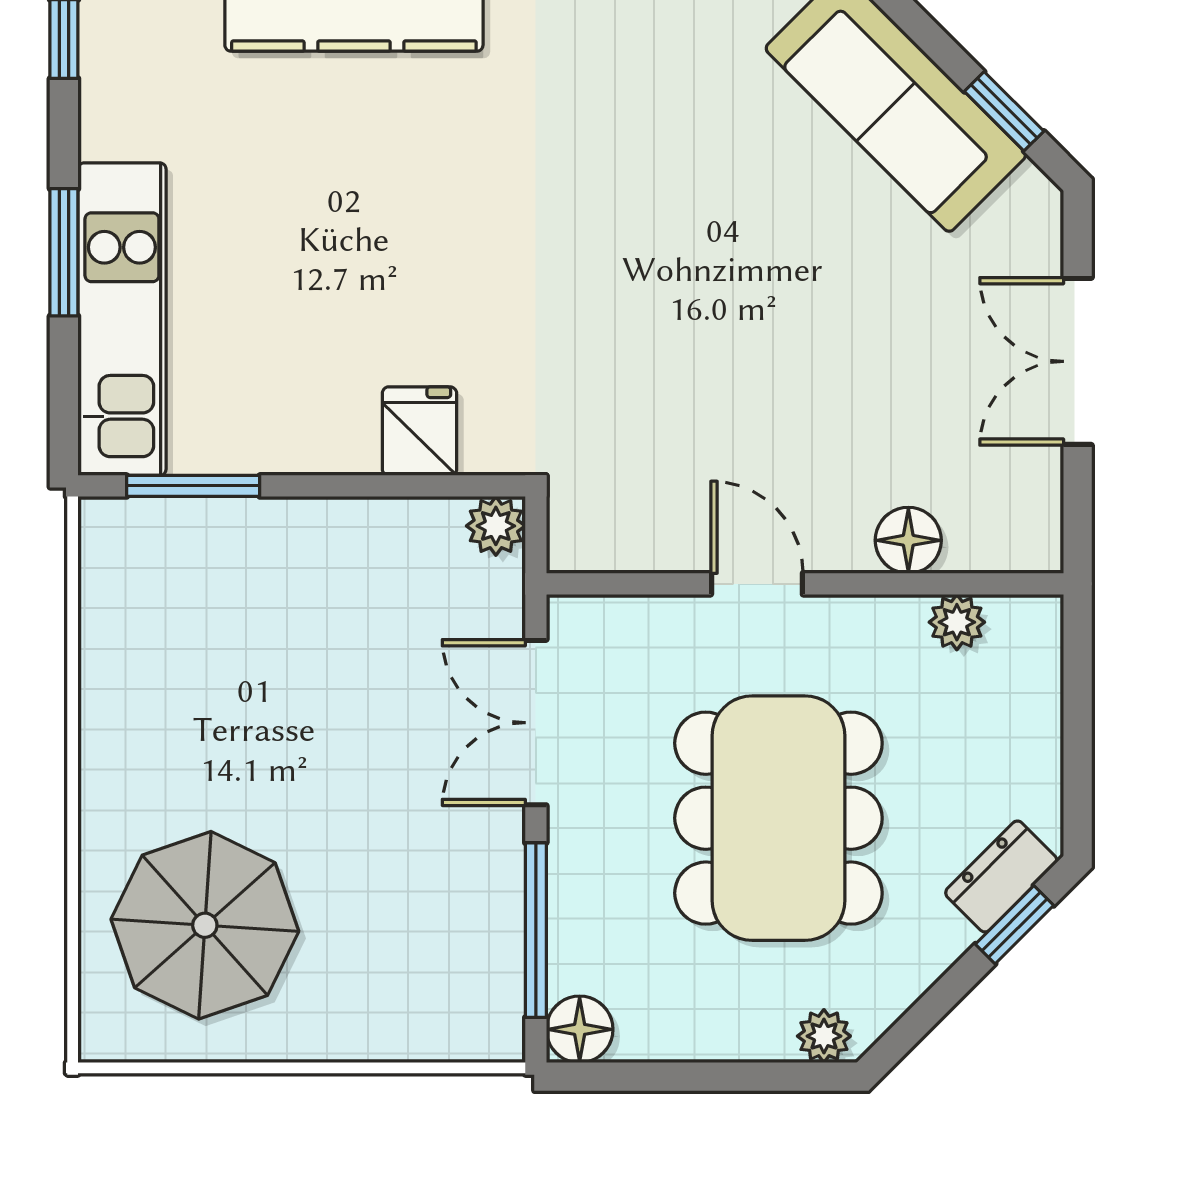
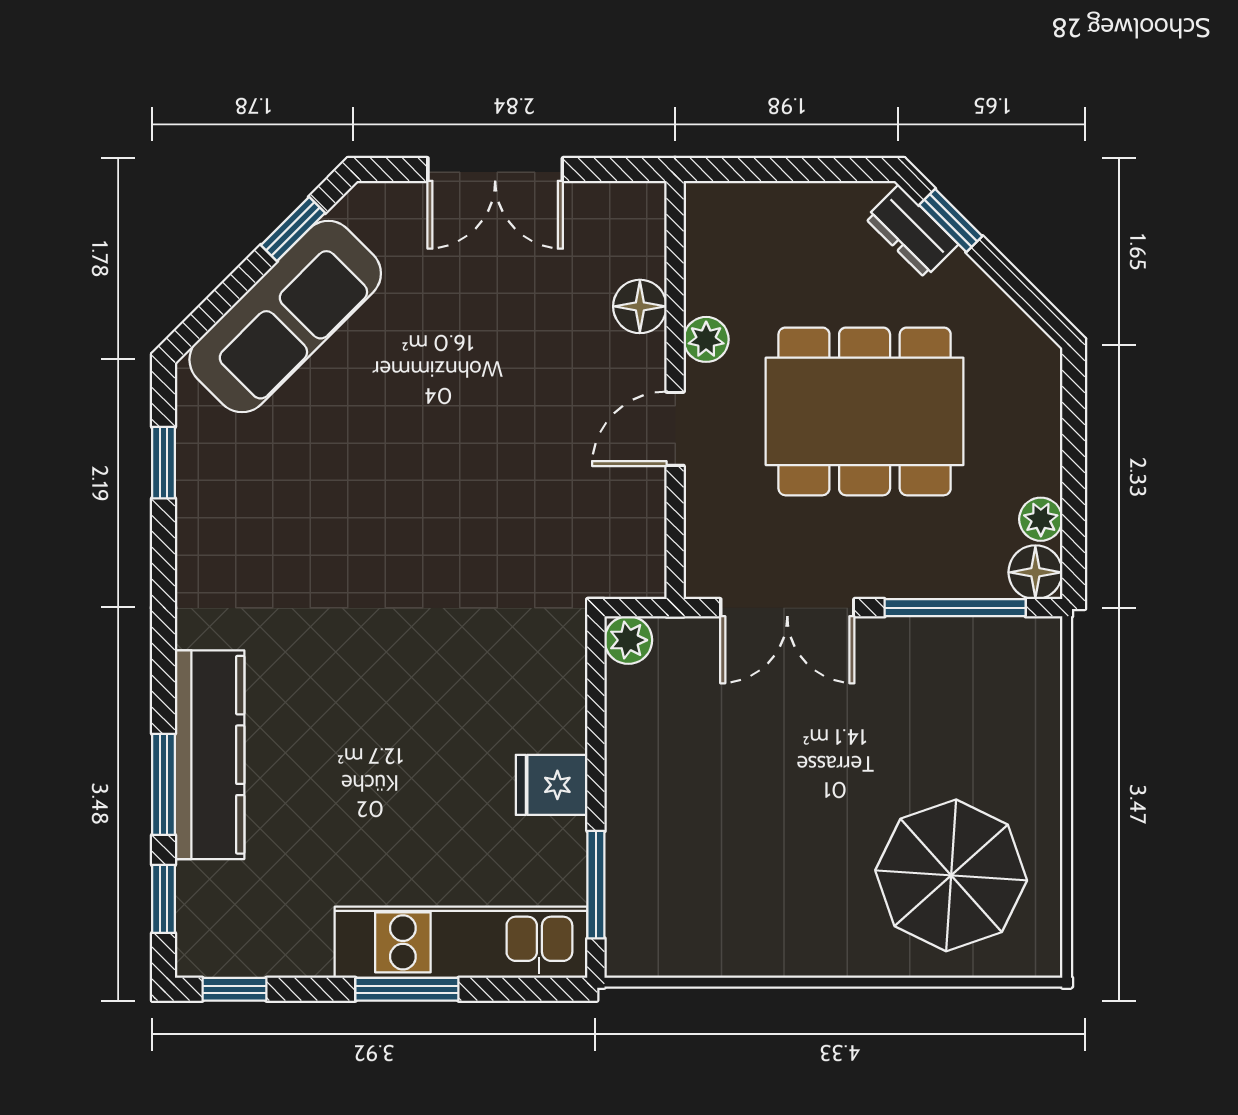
fridge: (419, 431) -> (552, 785), moved
plant: (957, 622) -> (706, 339), moved
plant: (824, 1036) -> (1041, 519), moved

